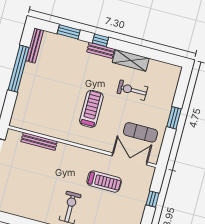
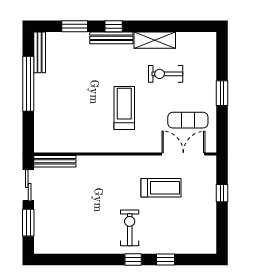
bench: (101, 50) -> (111, 38), width x1.36
bench: (39, 141) -> (55, 161), moved

